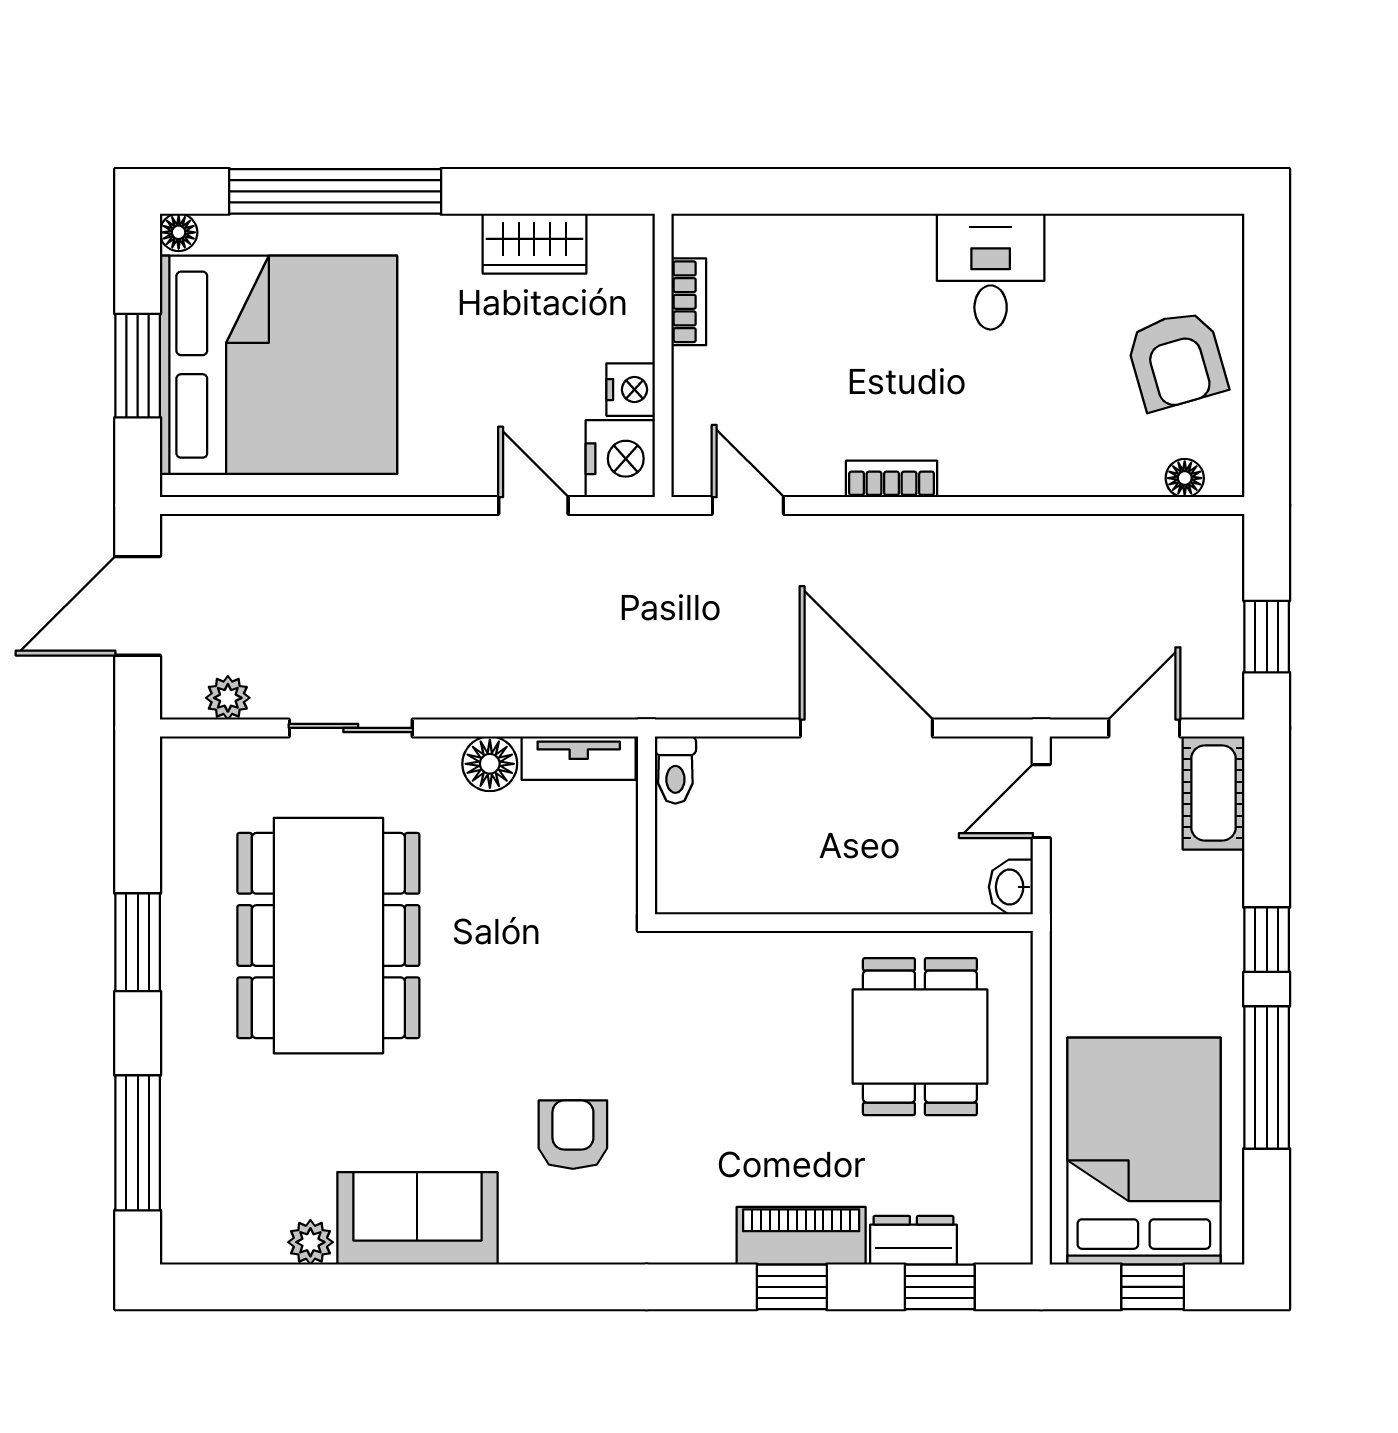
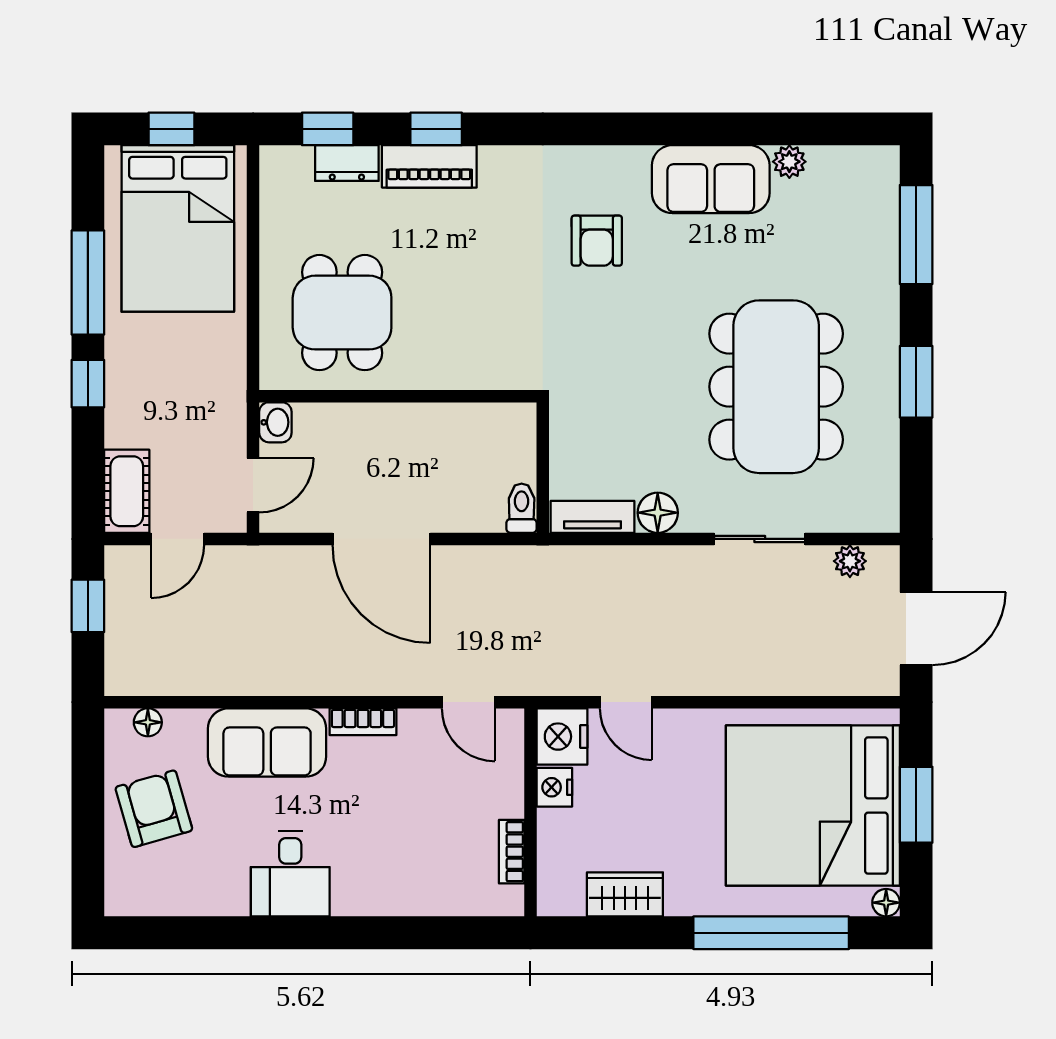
sofa: (1022, 451) -> (267, 743), added

